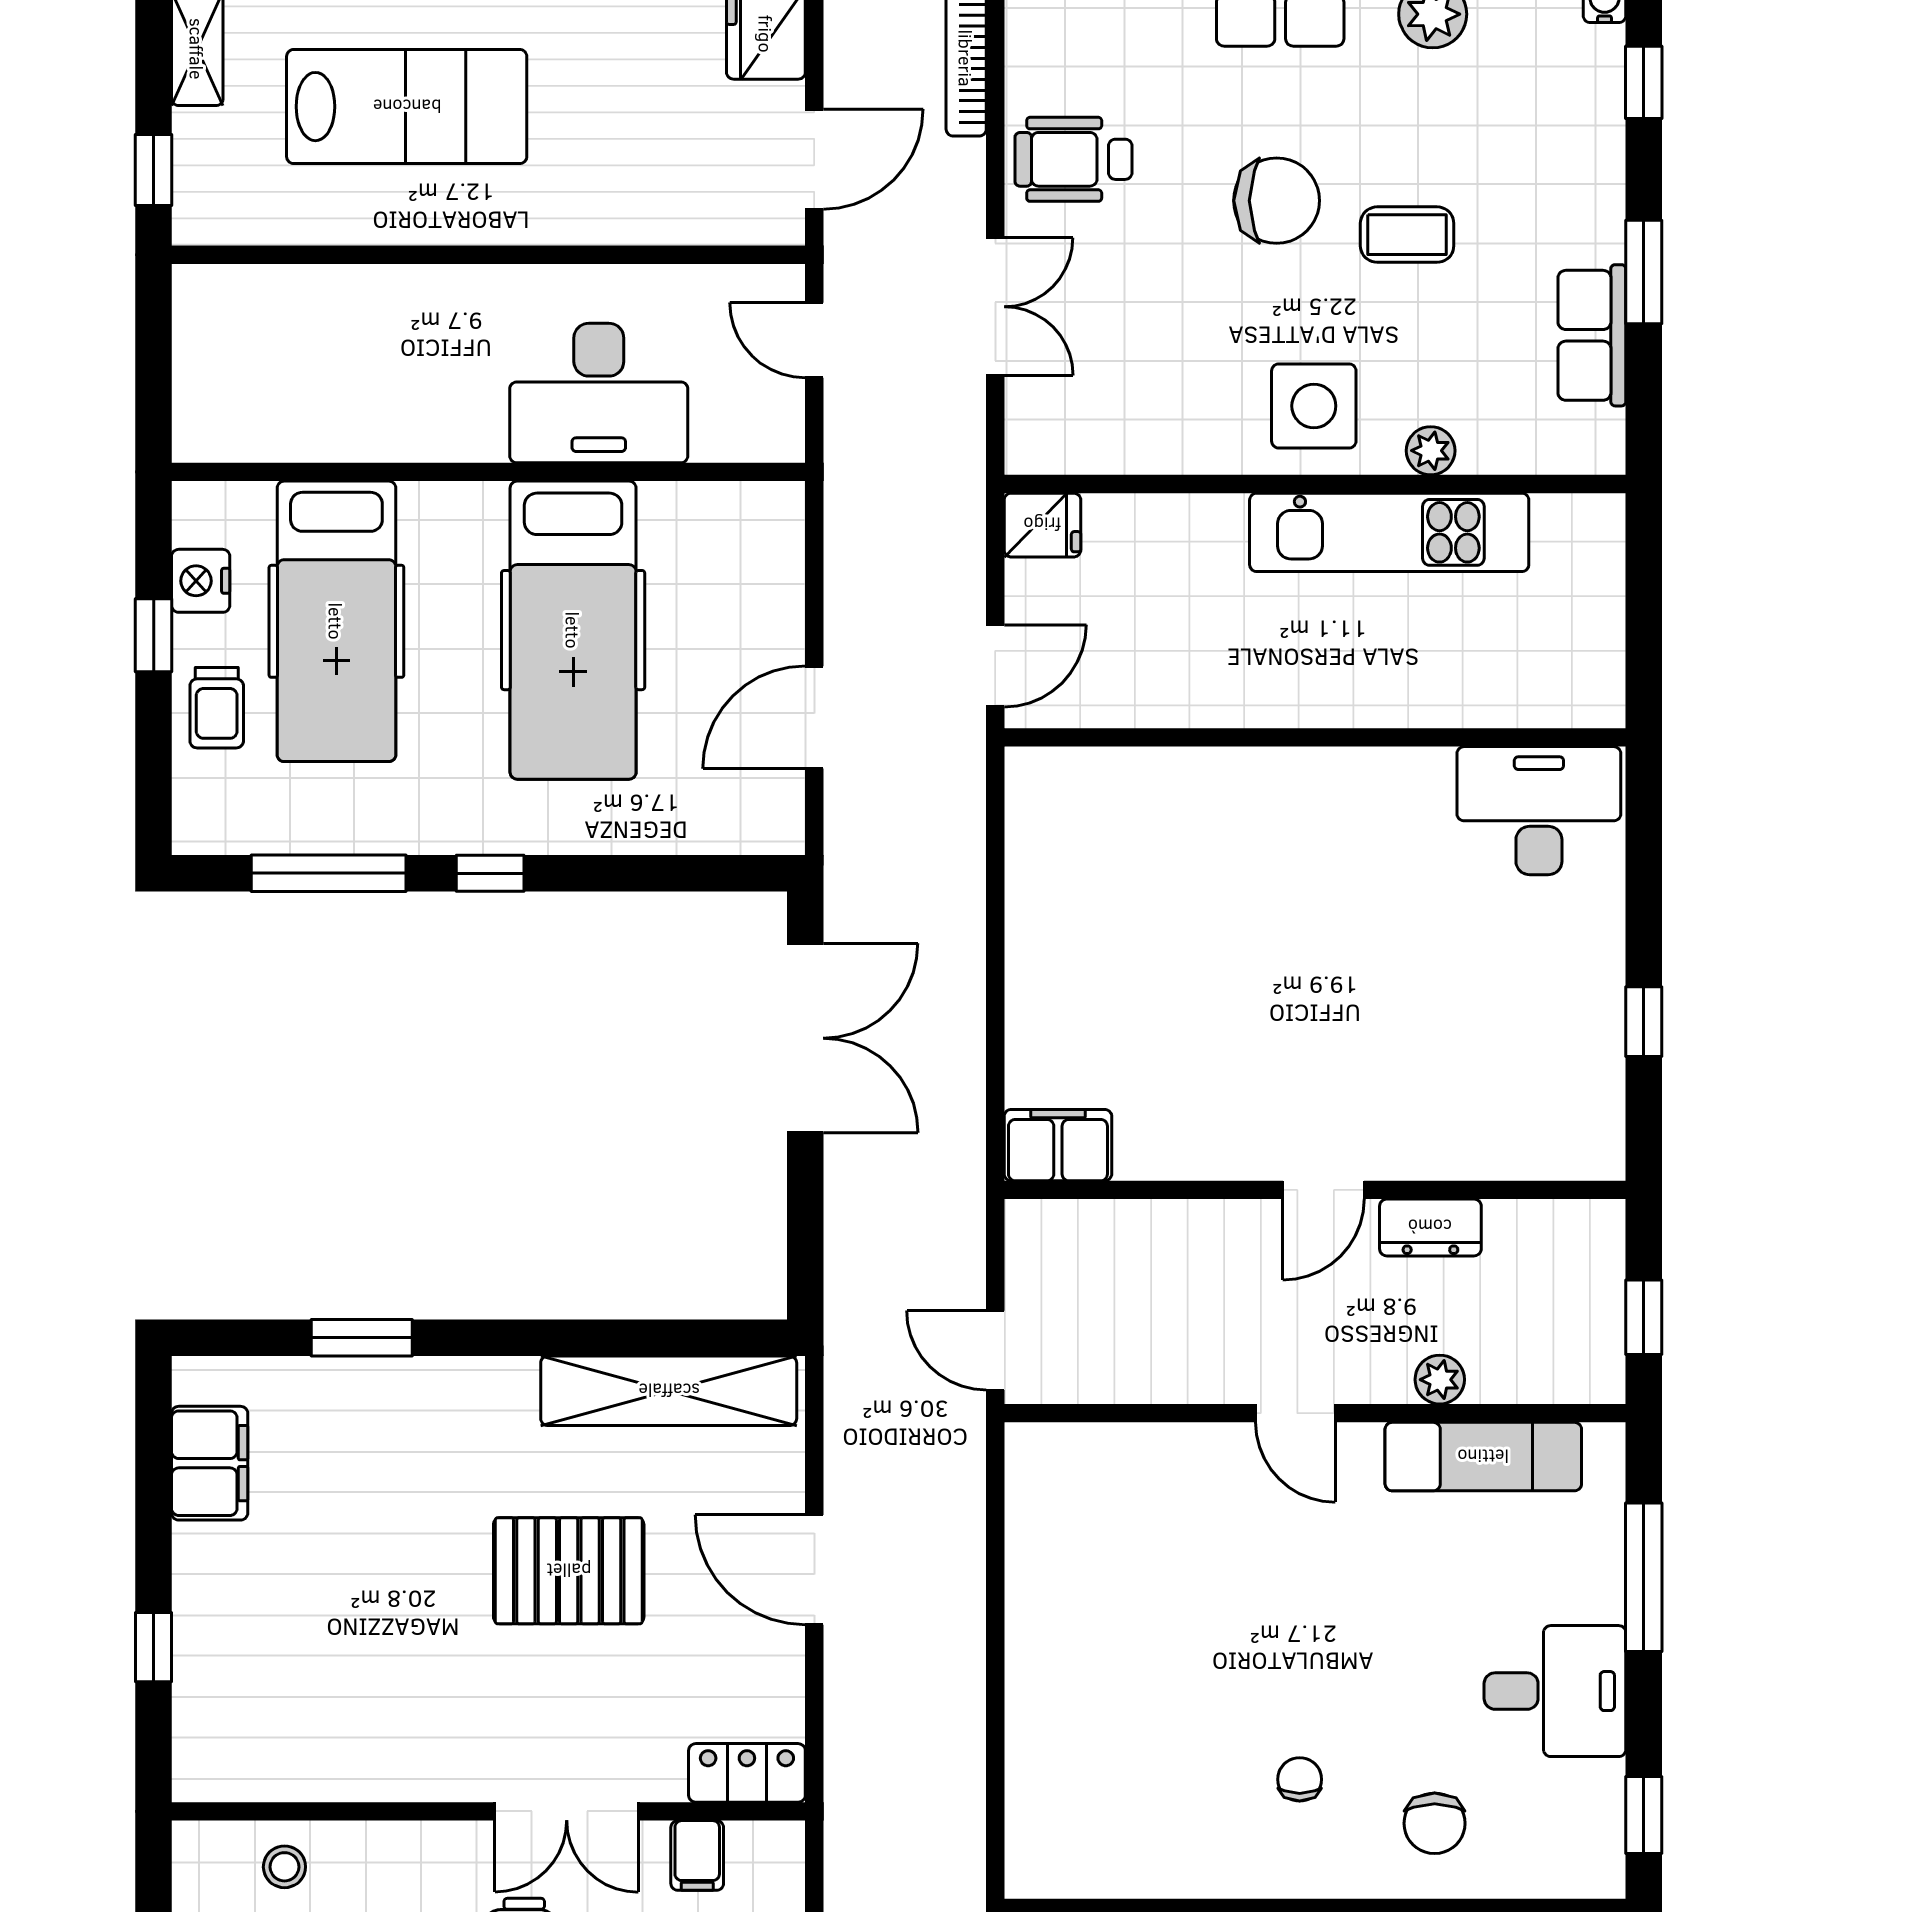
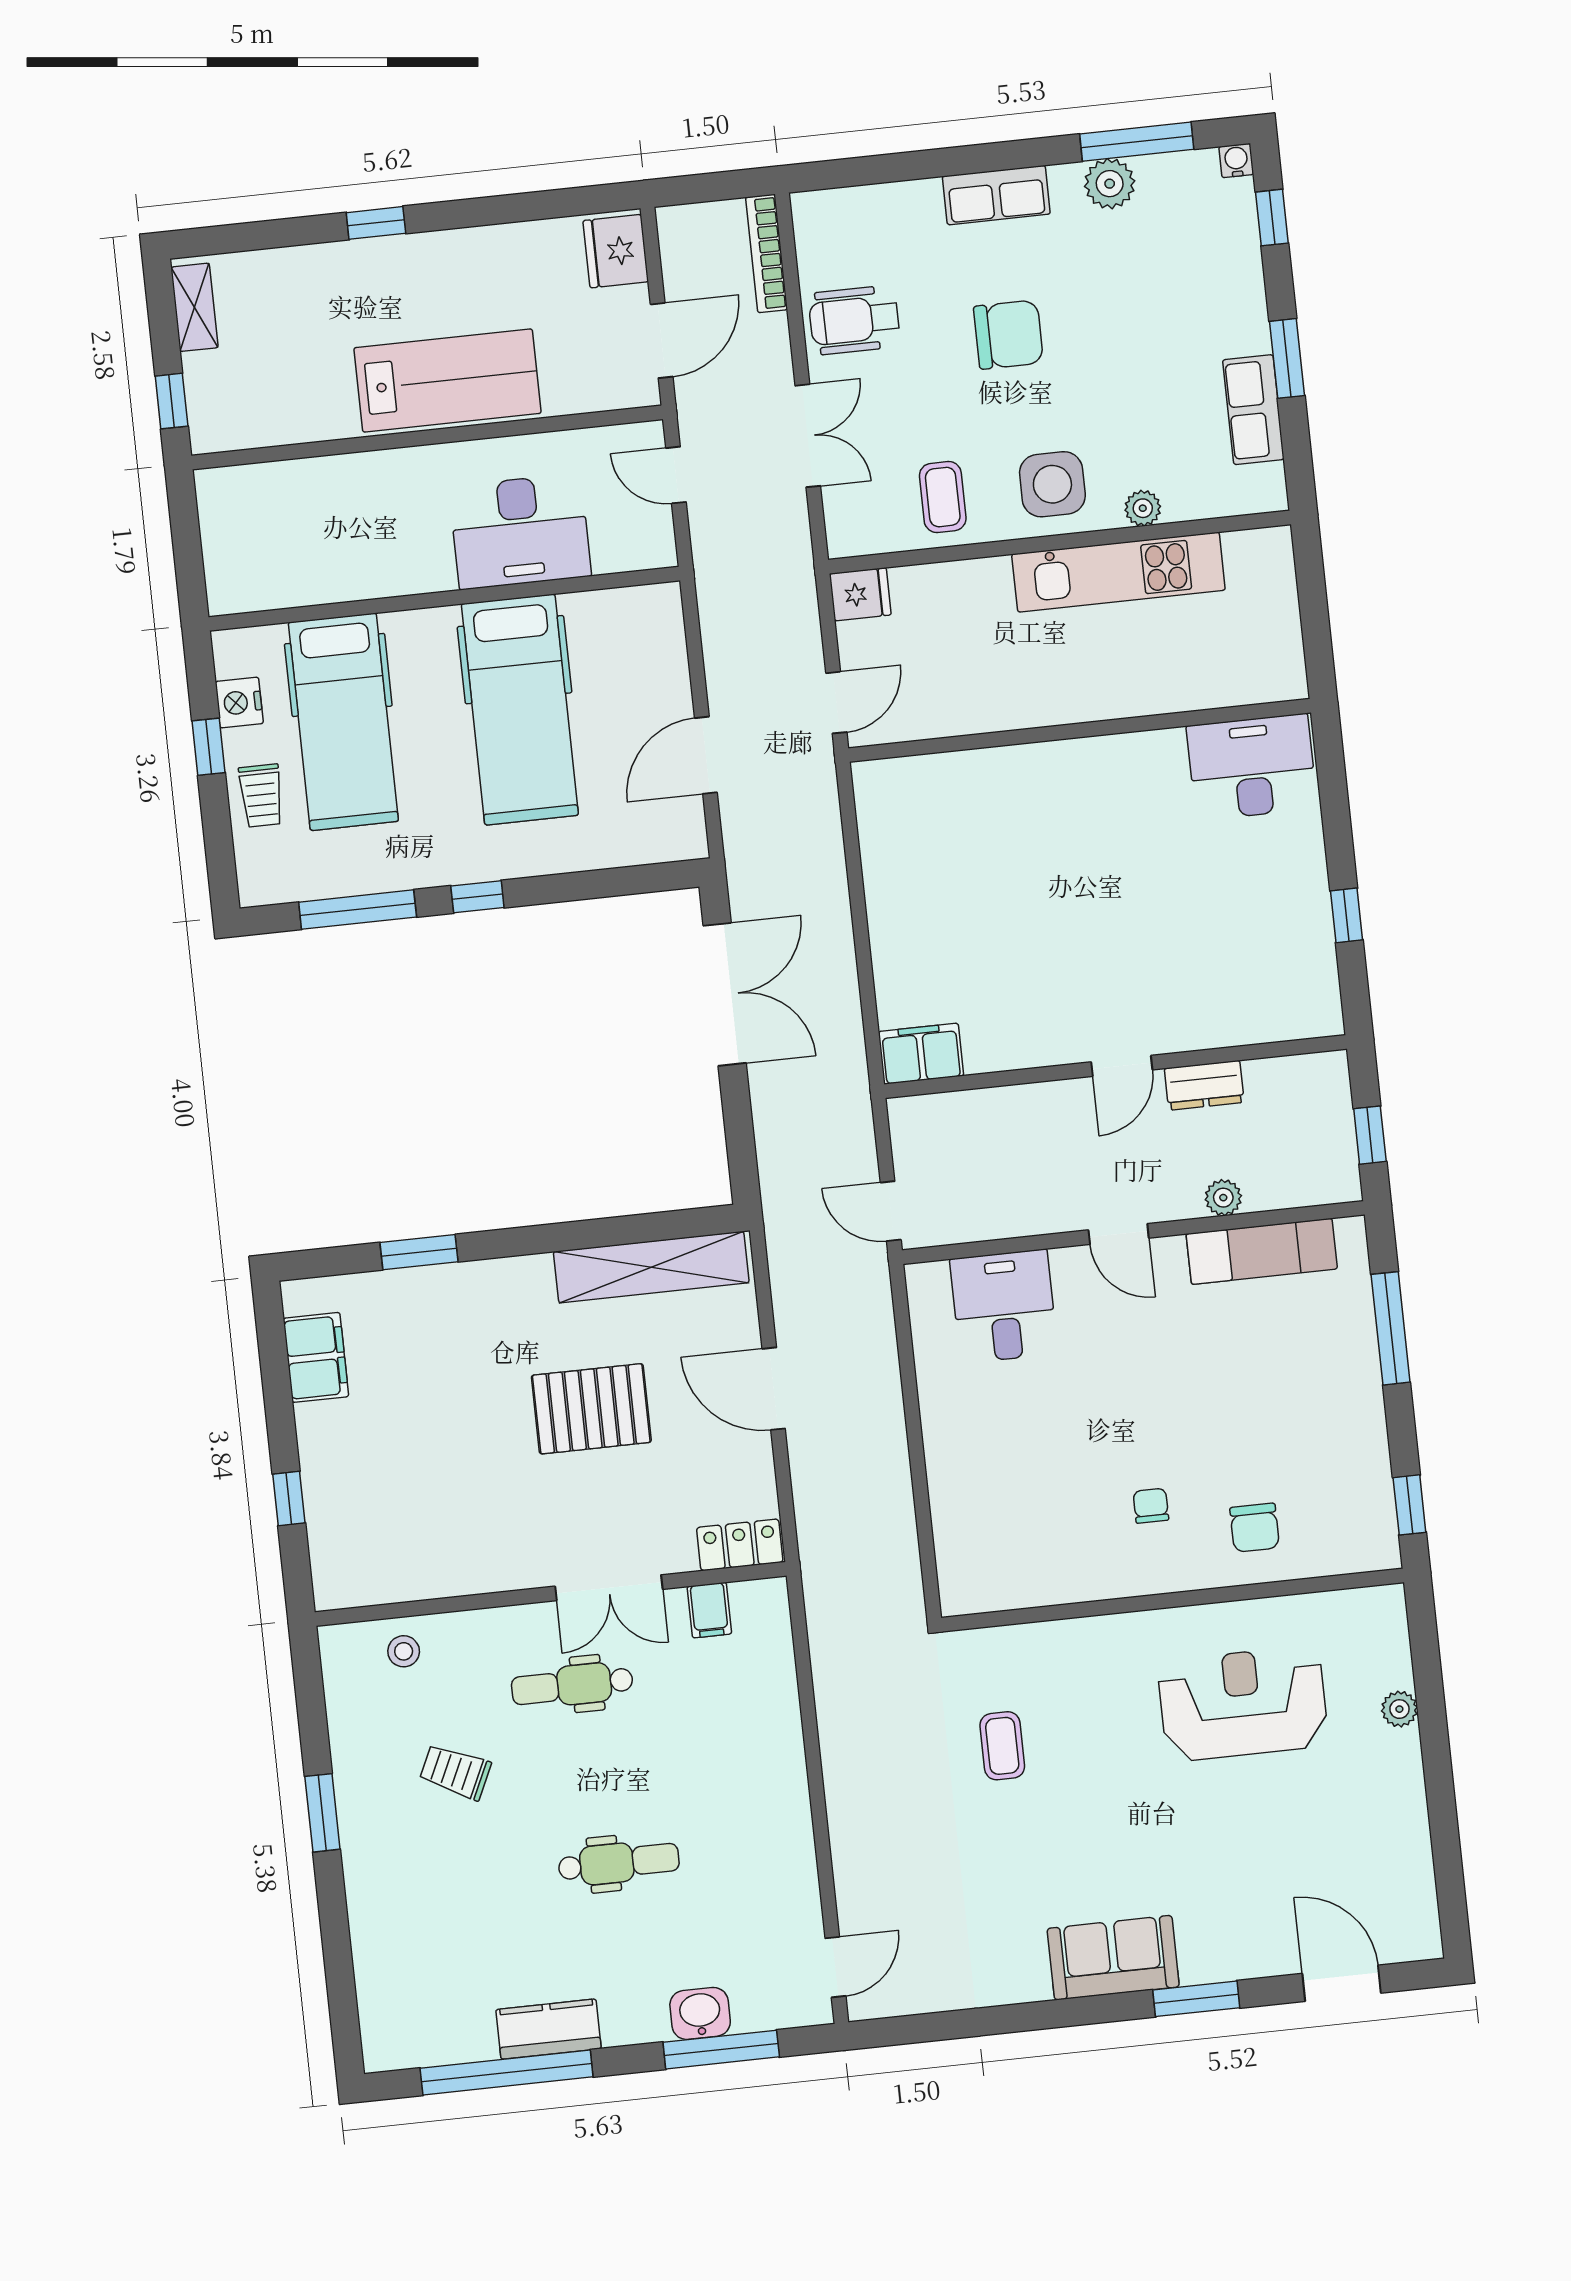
lab bench: (407, 107) -> (447, 381), moved
coffee table: (1407, 235) -> (943, 497), moved, turned 90
desk: (1555, 1691) -> (1004, 1306), moved, turned -90

